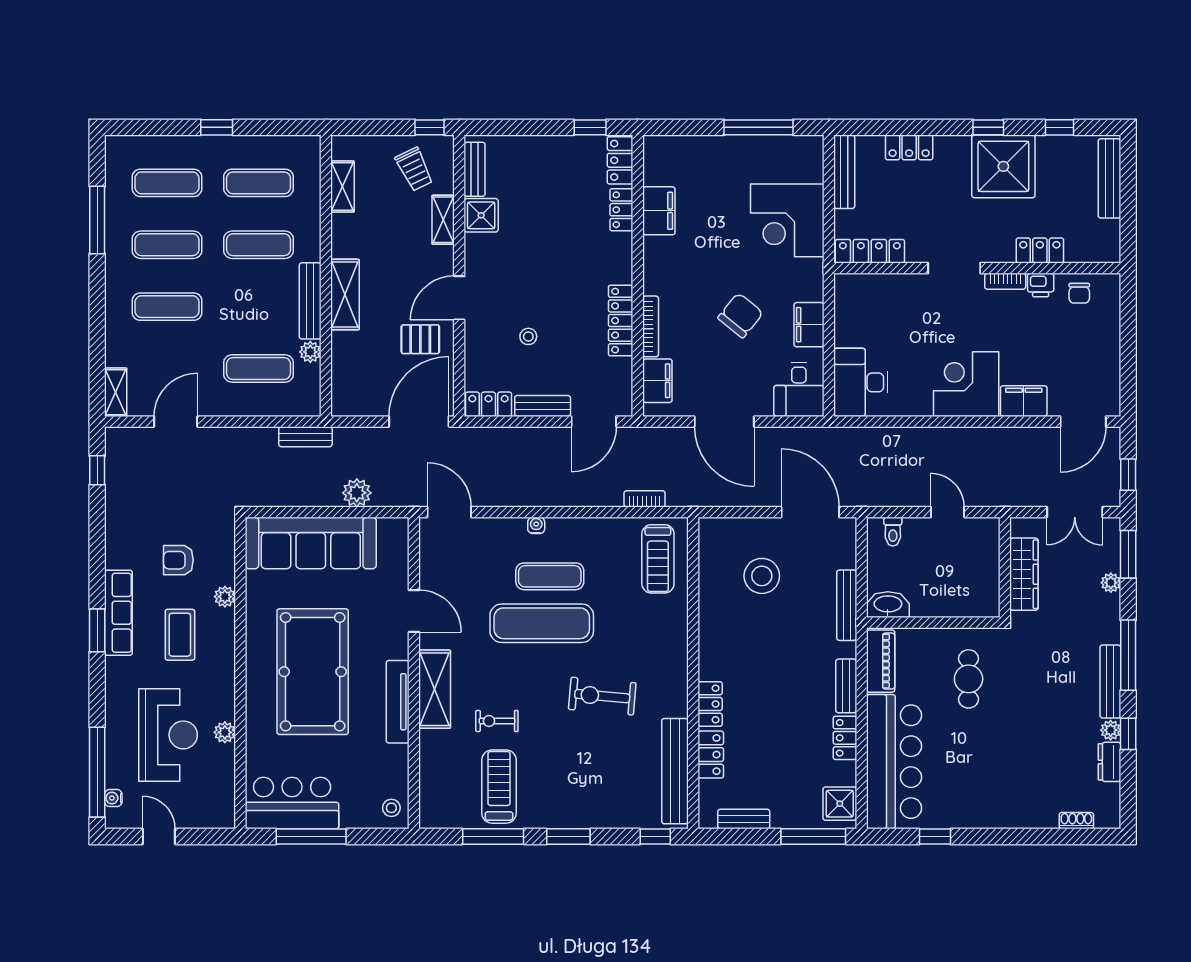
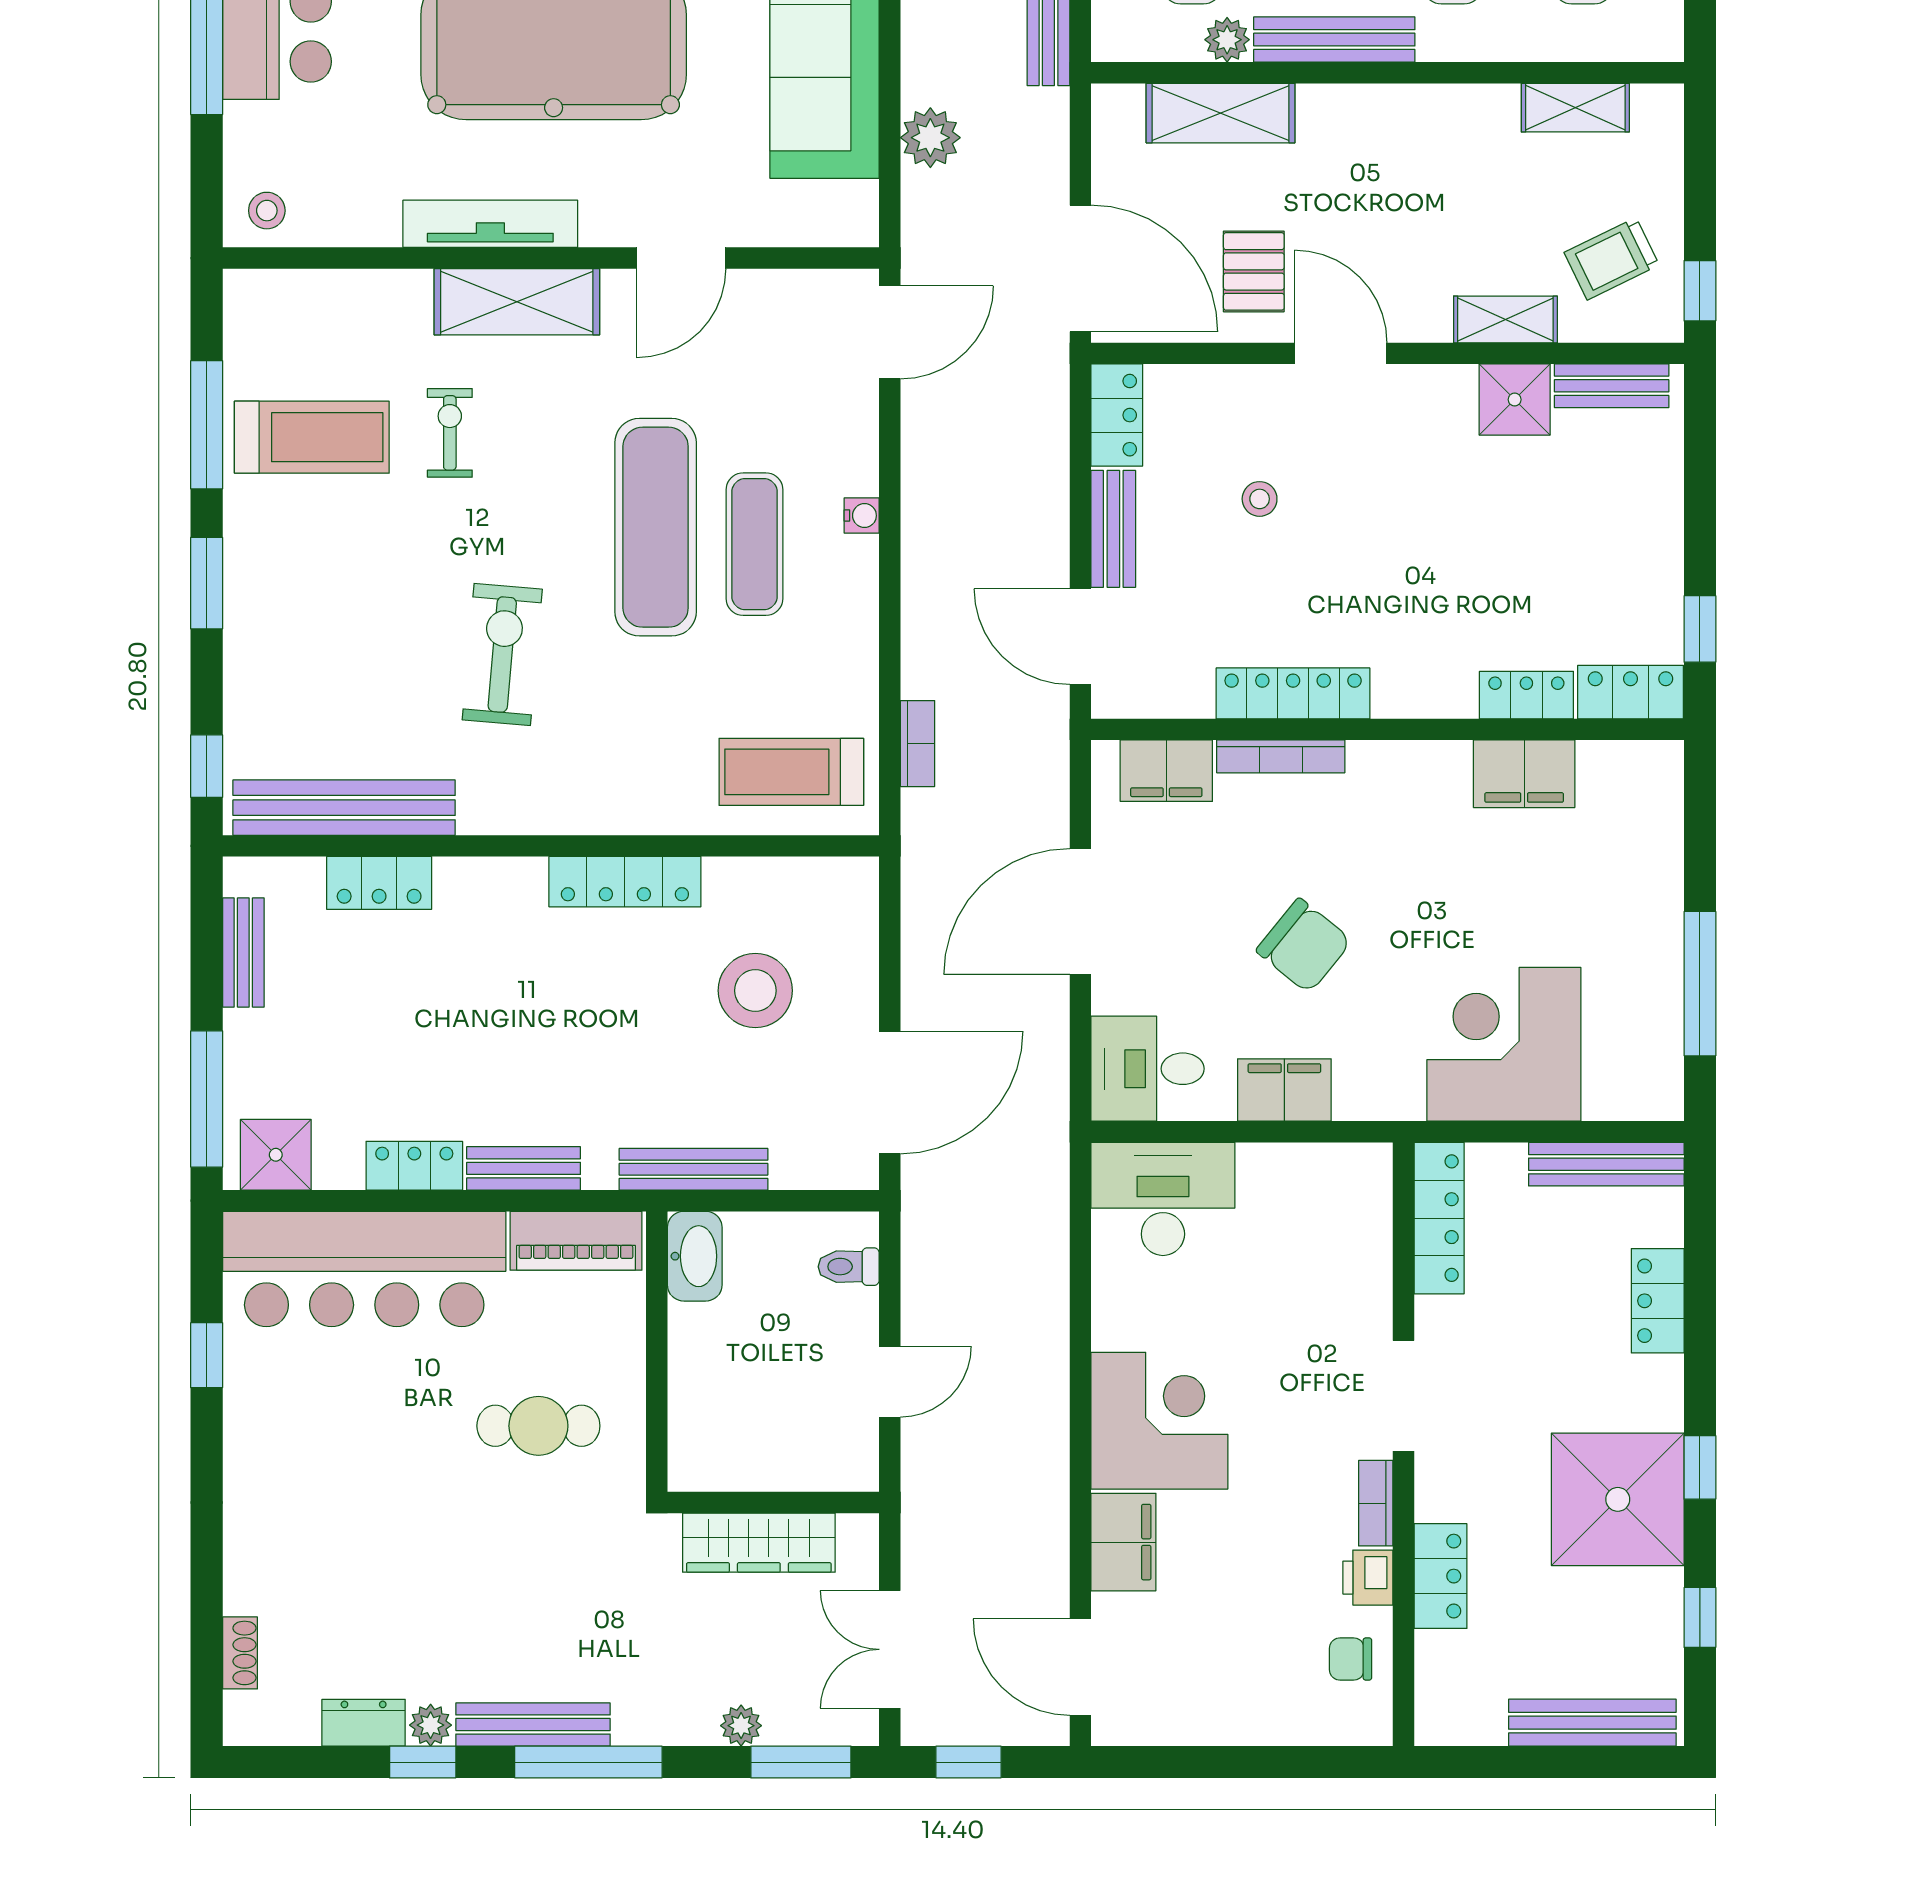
shelving: (345, 295) -> (1221, 113), moved
locker: (710, 704) -> (625, 882), moved, width x1.53

